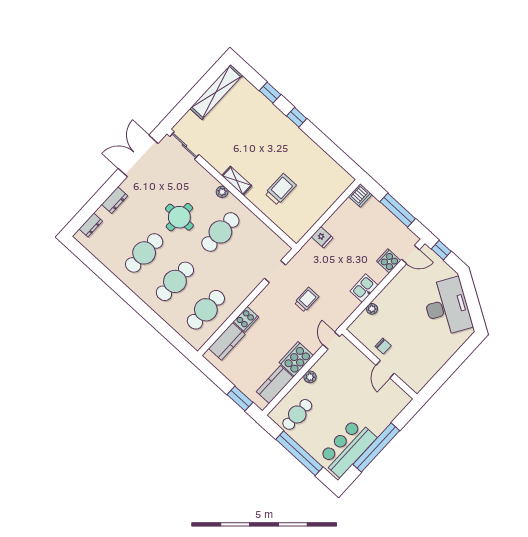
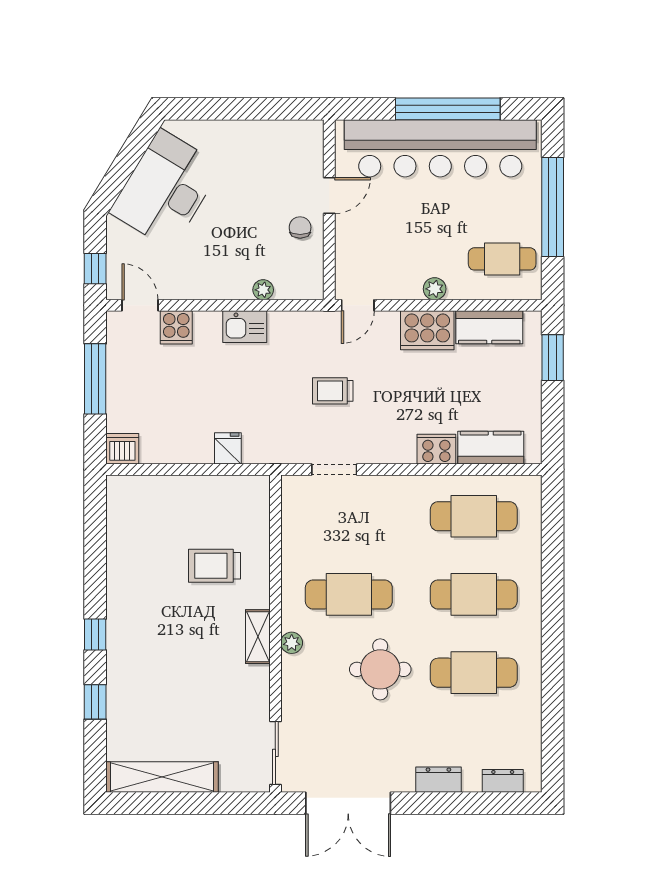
bar counter: (347, 448) -> (440, 148), width x1.86

